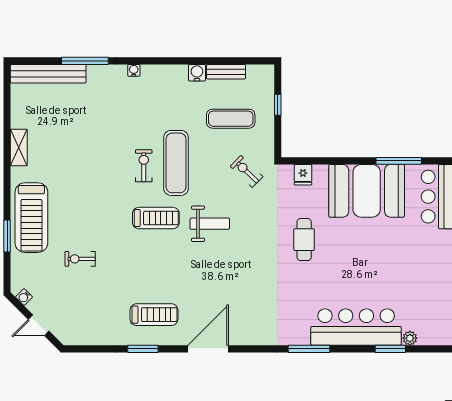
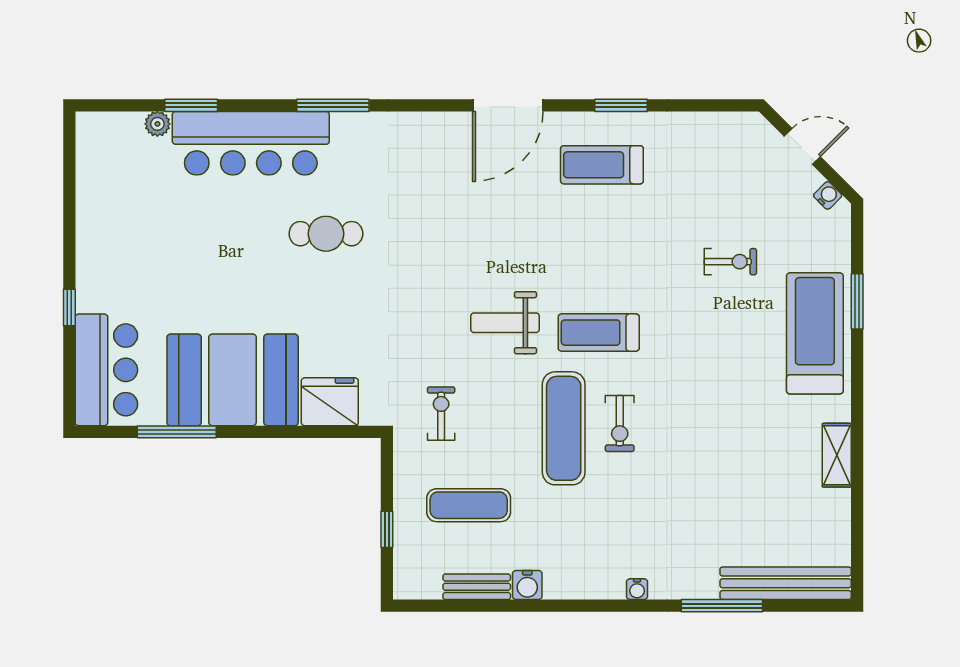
exercise bike: (247, 171) -> (441, 414), turned -134
fridge: (303, 175) -> (330, 402), width x1.88, depth x1.34
cafe table: (304, 240) -> (326, 234), moved, turned 90

